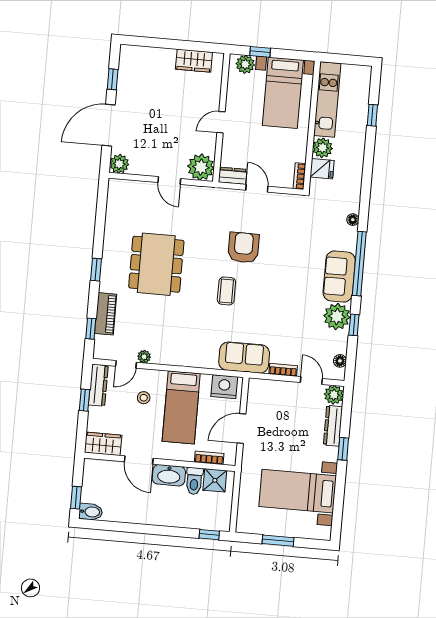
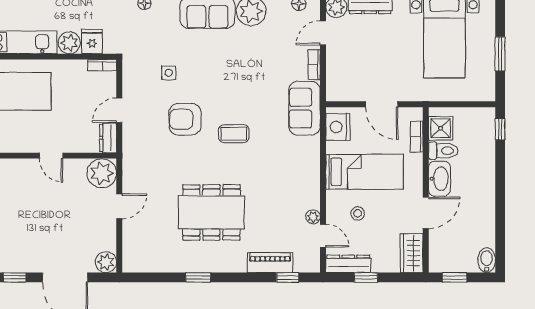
side table: (287, 236) -> (169, 73), added
window: (96, 270) -> (198, 277), moved
window: (76, 498) -> (455, 277), moved

